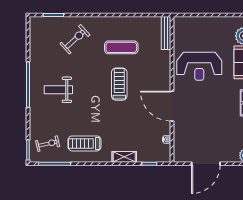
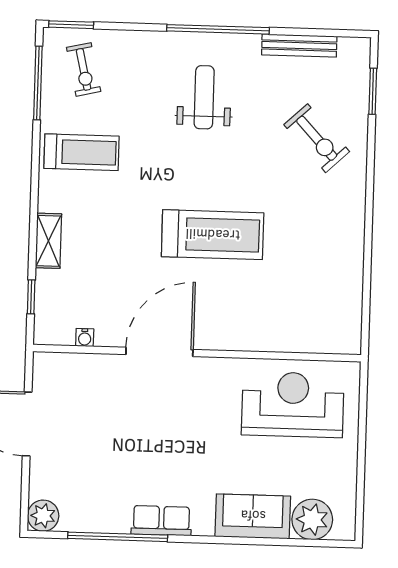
bench: (166, 33) -> (299, 46), moved
exercise mat: (121, 47) -> (295, 242), removed
reception desk: (199, 66) -> (293, 405), moved, turned 90
treadmill: (119, 84) -> (213, 235), width x1.37, depth x1.38
treadmill: (84, 143) -> (82, 152), turned 90

